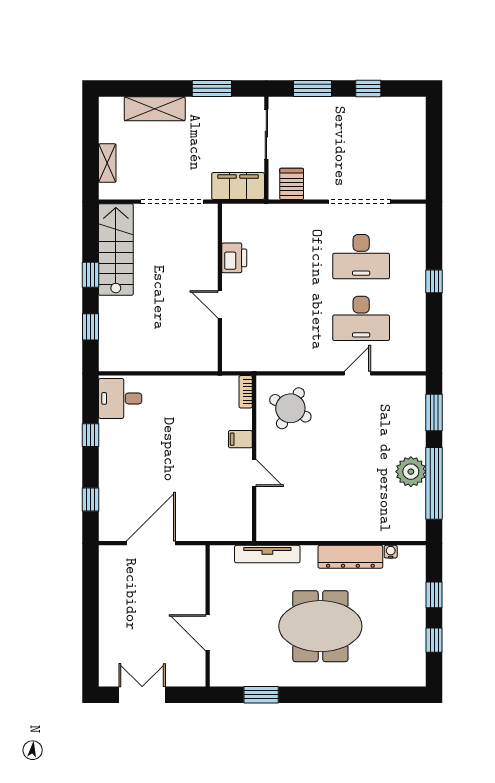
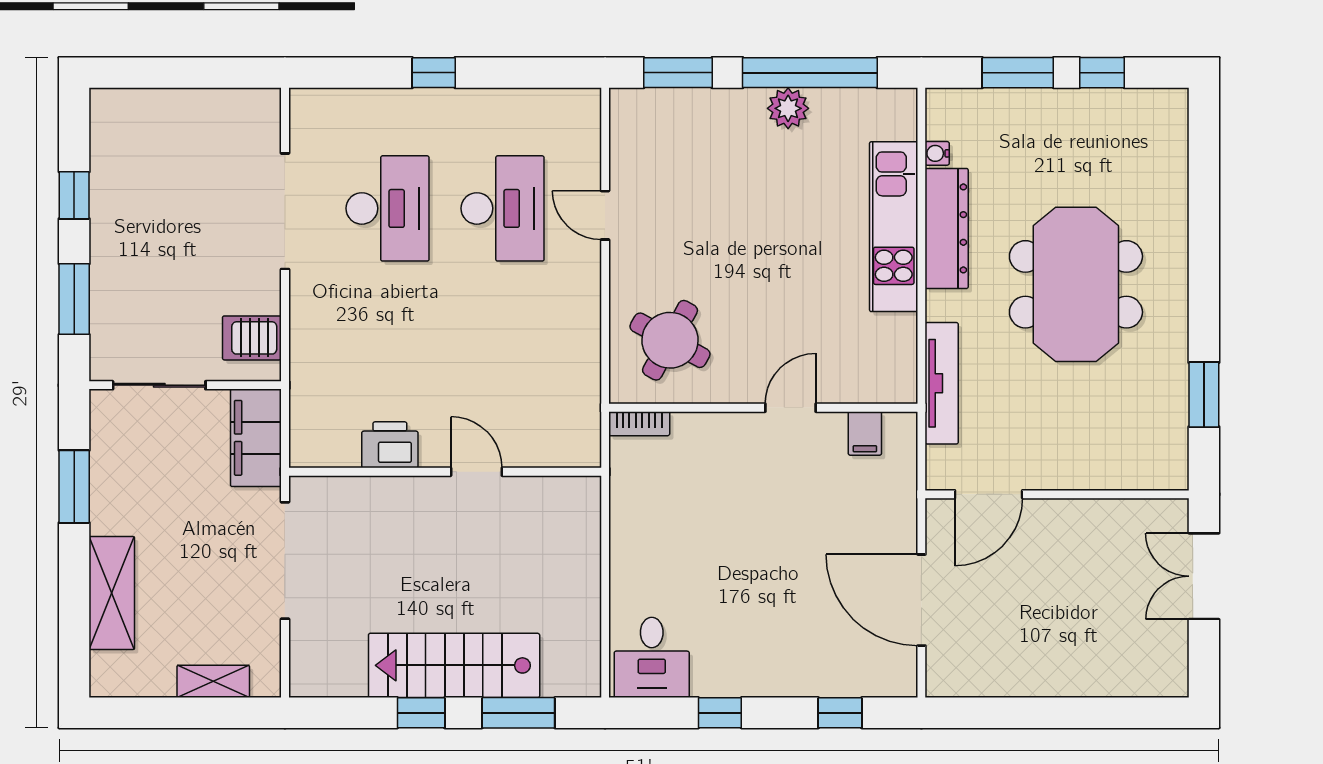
stairs: (116, 250) -> (454, 665), moved
door: (220, 304) -> (476, 472), swing flipped
window: (90, 327) -> (518, 713), width x1.50
filing cabinet: (240, 439) -> (865, 433), moved
plant: (411, 472) -> (788, 108), width x0.73, depth x0.73
kitchen unit: (351, 528) -> (894, 227), added
window: (434, 595) -> (1018, 73), width x1.50
door: (208, 633) -> (989, 494), moved
double door: (142, 695) -> (1204, 576), moved

